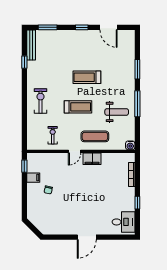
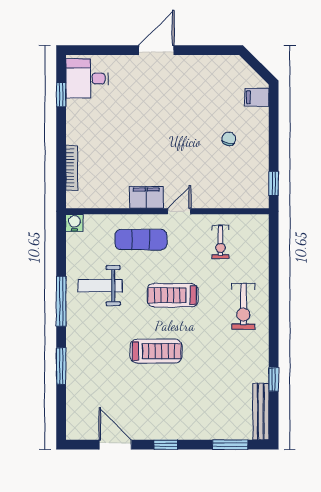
filing cabinet: (33, 178) -> (257, 97), moved
window: (137, 203) -> (61, 95), moved

